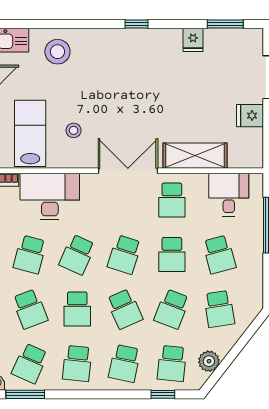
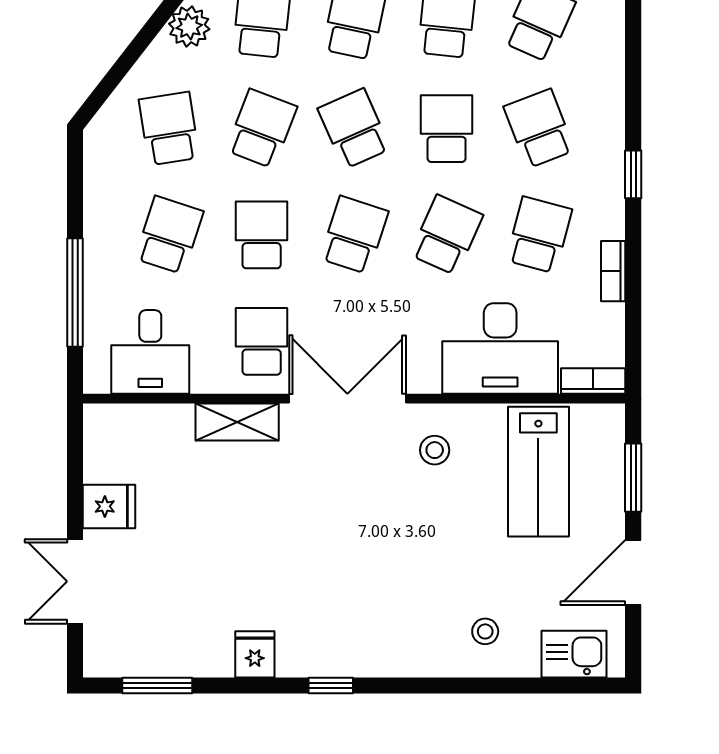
fridge: (193, 40) -> (255, 654), moved
stool: (57, 52) -> (485, 631), width x0.53, depth x0.53
stool: (74, 130) -> (435, 450), moved
shelving: (195, 156) -> (237, 422), width x0.67, depth x0.75
double door: (128, 171) -> (347, 399), swing flipped
school desk: (219, 255) -> (169, 235), turned 33

